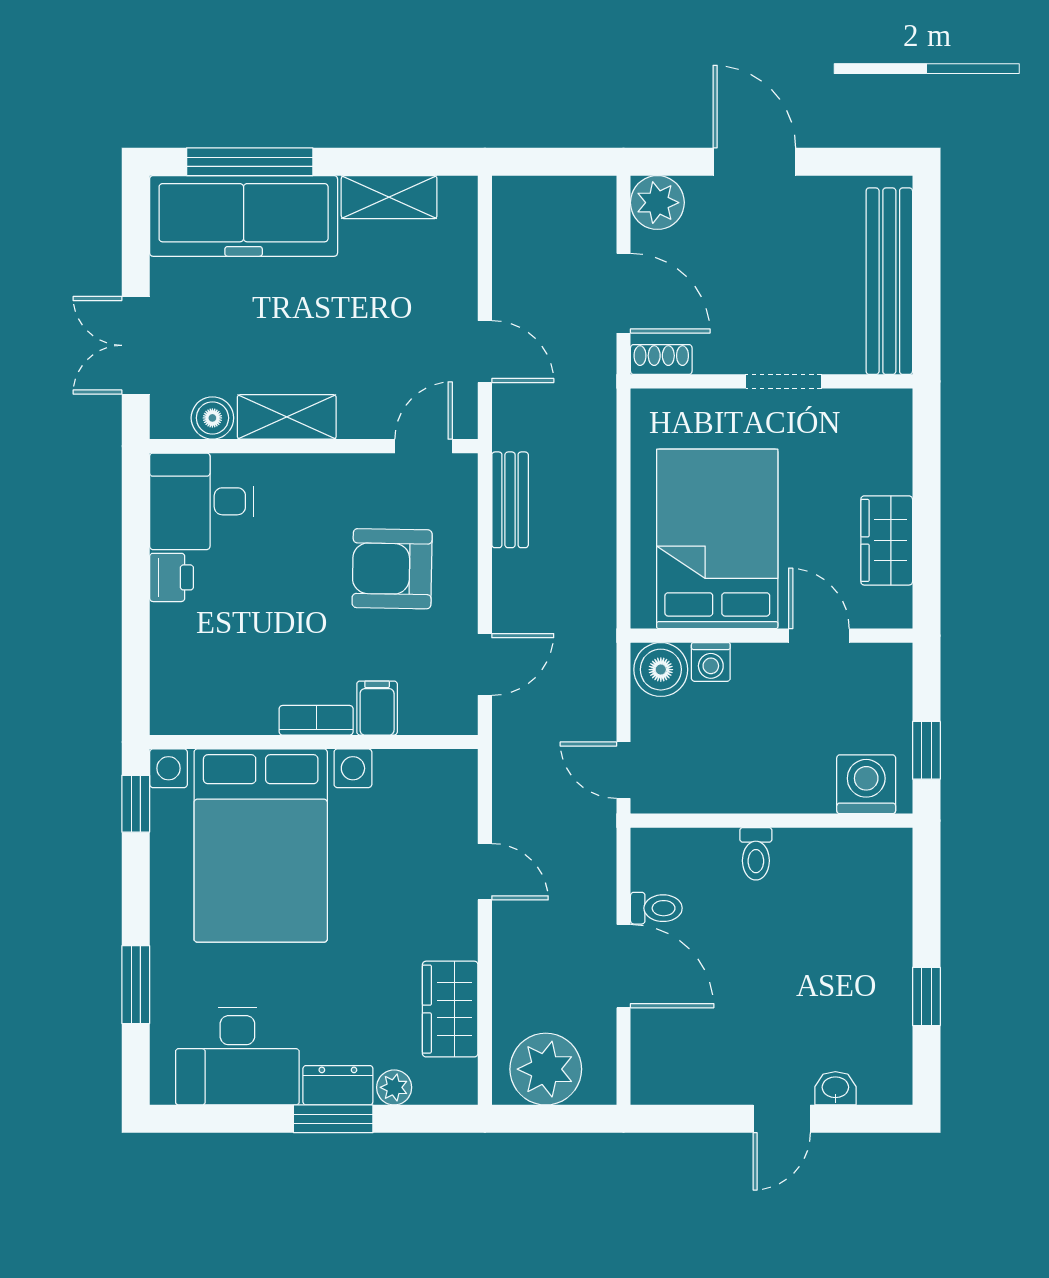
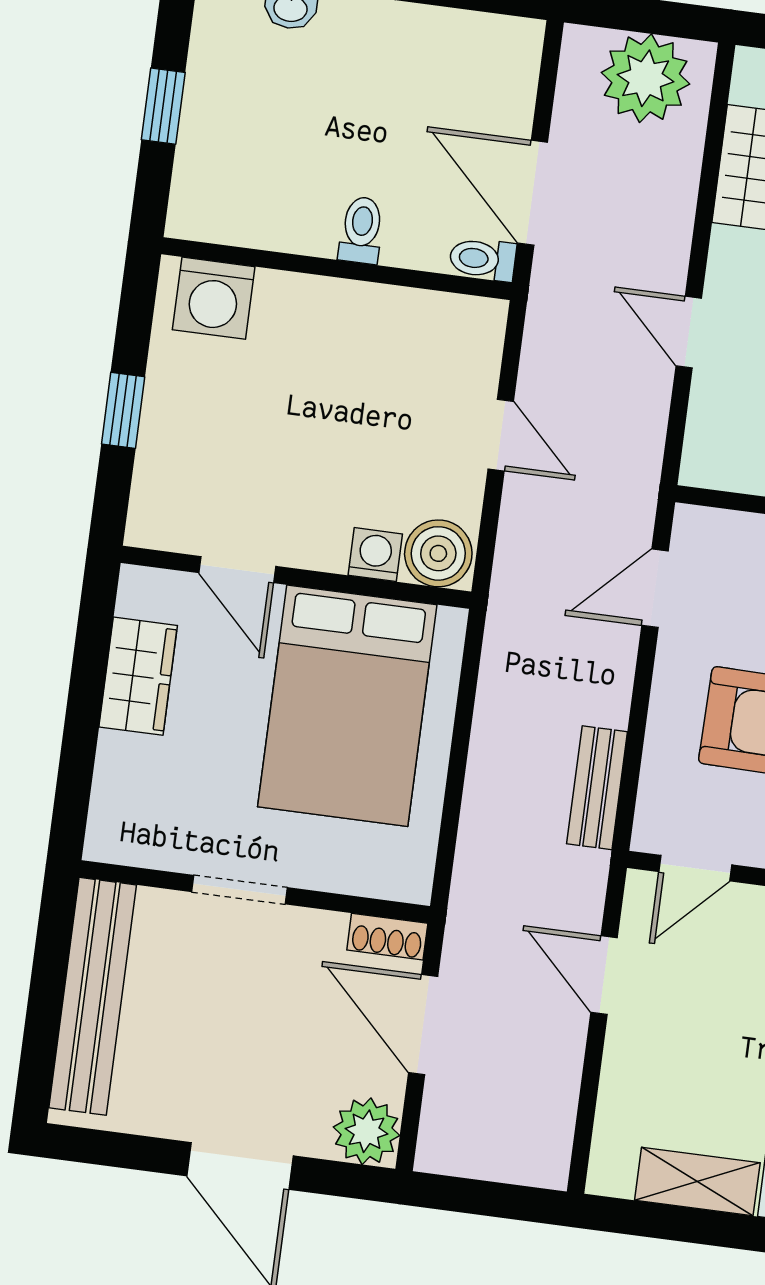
washing machine: (866, 784) -> (214, 298), moved
wall: (771, 821) -> (337, 269), moved
toilet: (756, 854) -> (361, 230), moved

